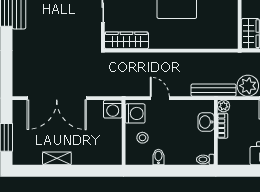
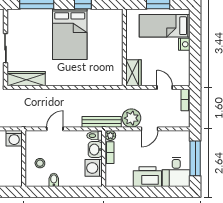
door: (160, 98) -> (55, 129), hinge flipped
washing machine: (135, 113) -> (94, 168), moved, turned 180
toilet: (205, 159) -> (95, 136), moved

